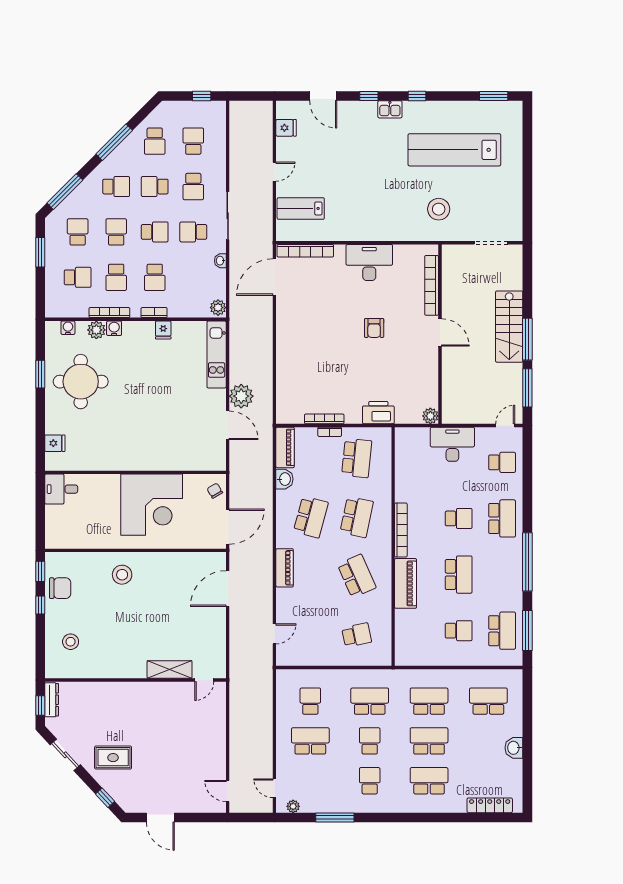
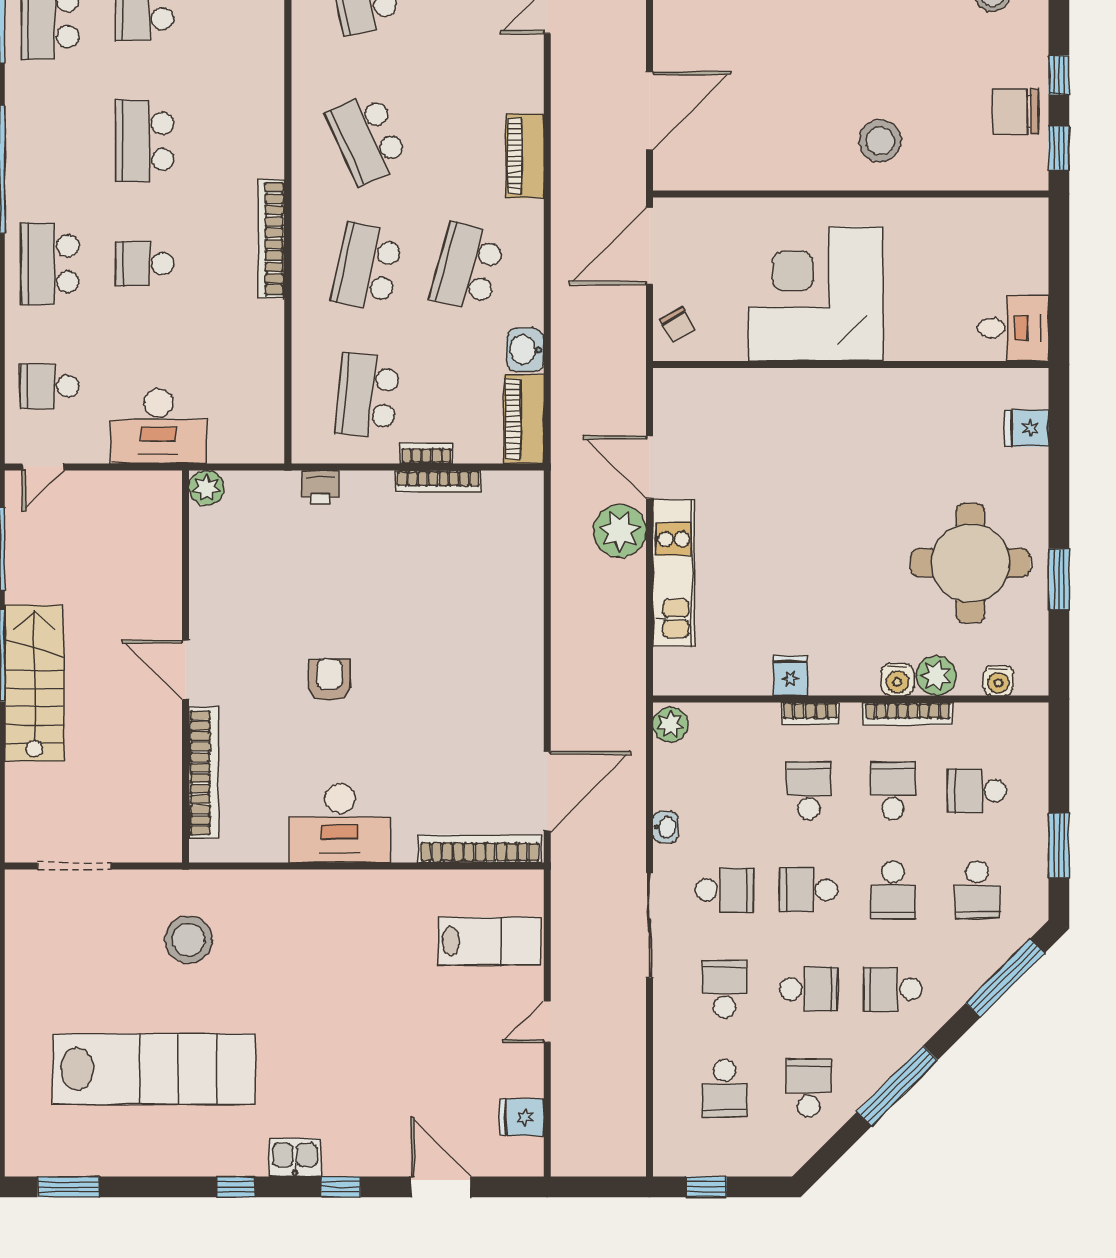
kitchen unit: (217, 355) -> (674, 573), moved
printer: (378, 413) -> (320, 487), width x0.53, depth x0.68
piano: (406, 583) -> (261, 122), removed

